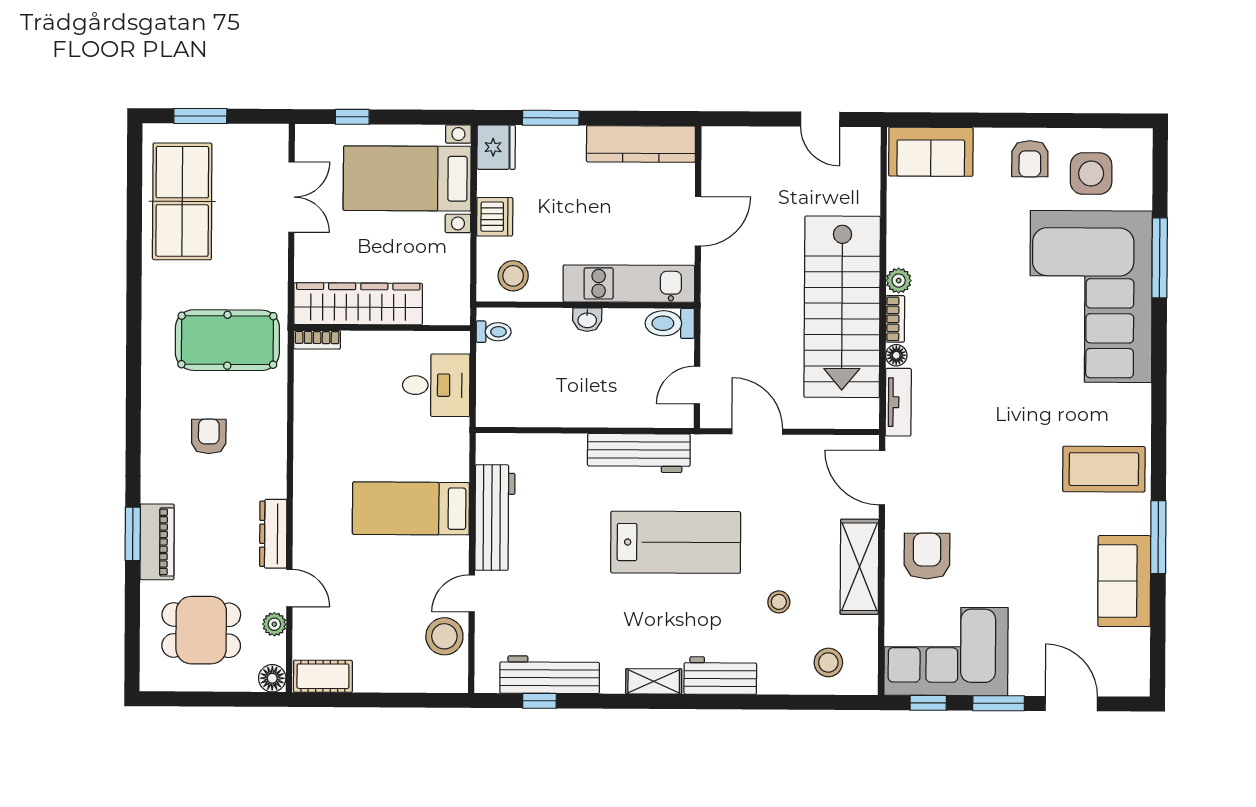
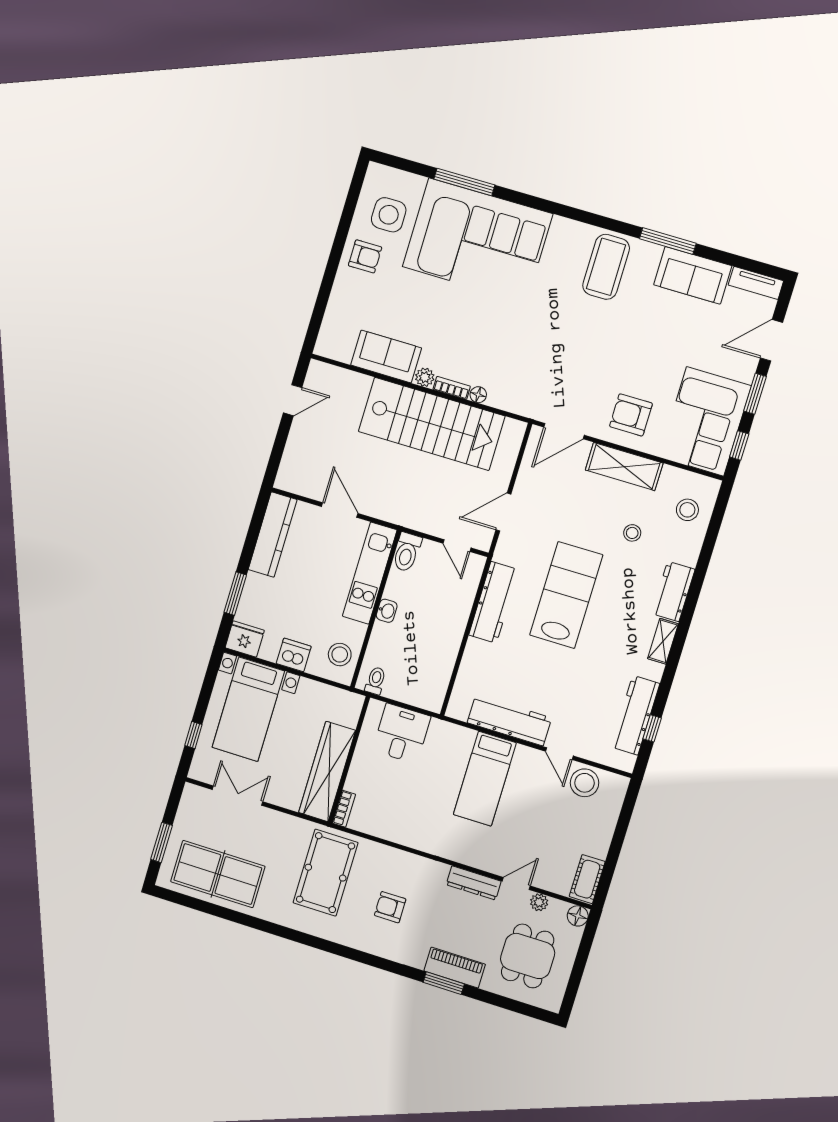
sofa: (931, 152) -> (386, 357), moved, turned -90
tv unit: (898, 402) -> (756, 283), moved, turned 180

